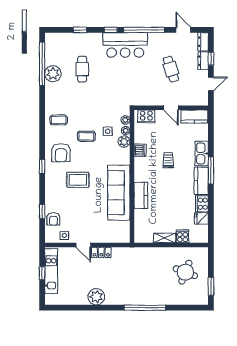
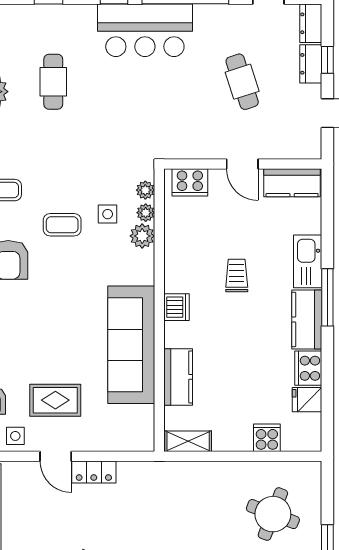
dishwasher: (140, 150) -> (176, 307), moved
rug: (78, 180) -> (55, 400), moved
kitchen counter: (141, 195) -> (178, 377), moved
shelving: (165, 238) -> (188, 441), moved

